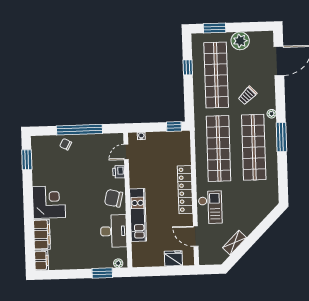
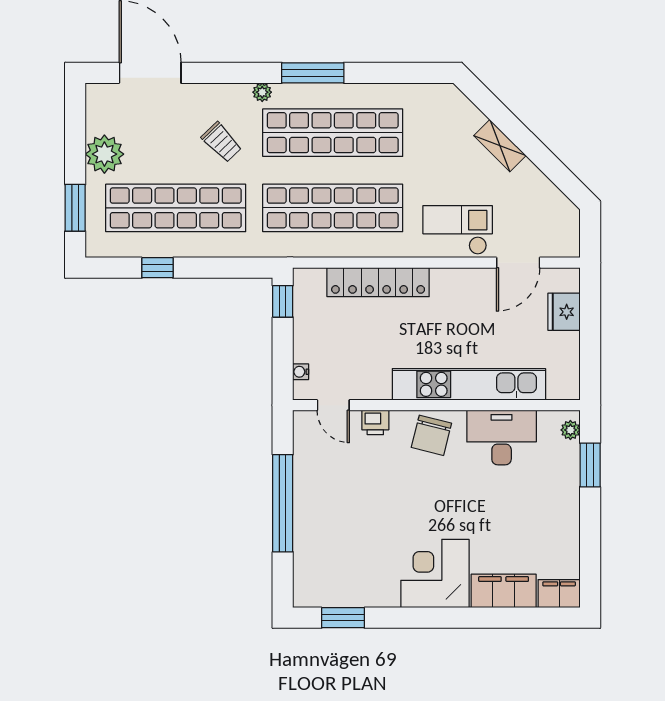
chair: (66, 144) -> (313, 534), removed
locker: (185, 190) -> (378, 282), moved
kitchen unit: (138, 215) -> (469, 384), width x1.36
shelving: (234, 243) -> (500, 146), moved

